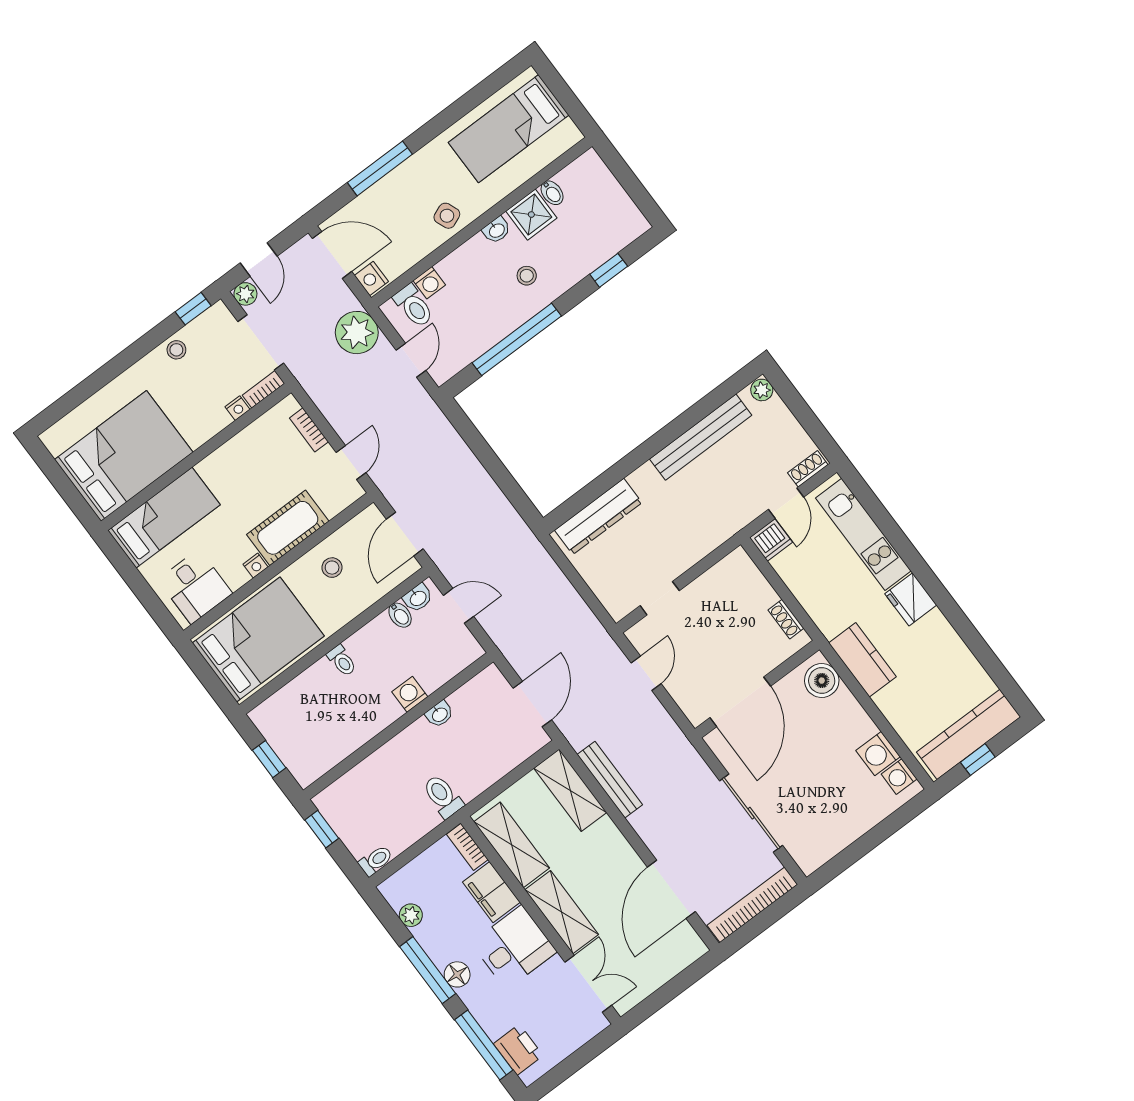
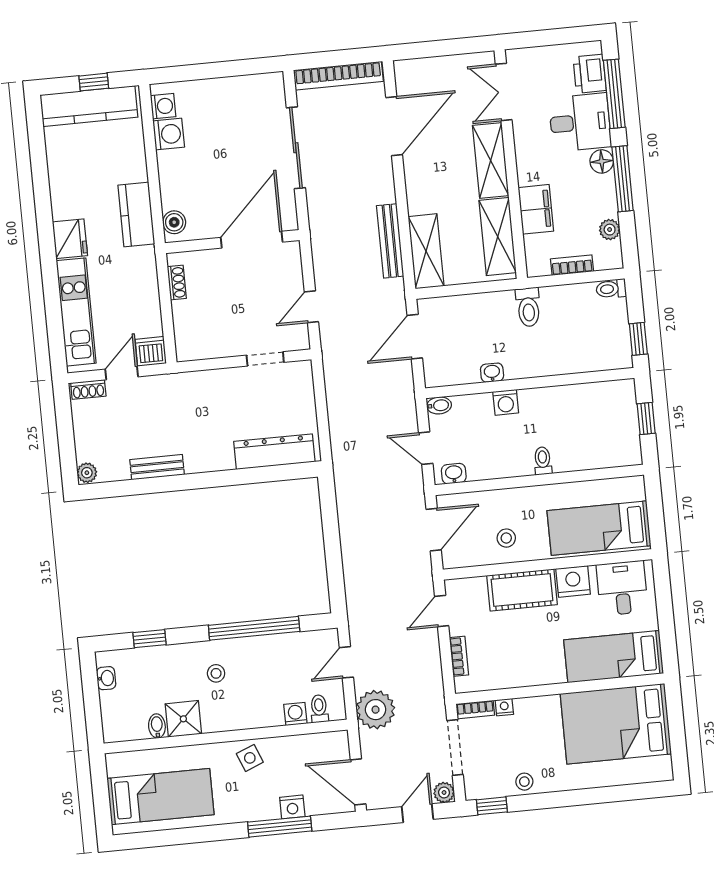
washbasin: (497, 230) -> (106, 678), moved, turned 90
nightstand: (371, 278) -> (292, 807), moved, turned 90
toilet: (414, 306) -> (319, 709), width x0.73, depth x0.72
bench: (701, 437) -> (157, 467), width x0.54, depth x0.82
nightstand: (256, 566) -> (573, 581), width x1.89, depth x1.79
bidet: (400, 615) -> (439, 405), moved, turned 90
bed: (258, 639) -> (599, 528), width x0.67
boiler: (822, 681) -> (174, 222), width x0.73, depth x0.73
bookcase: (467, 847) -> (572, 265), moved, turned -90
desk: (514, 947) -> (580, 122), moved, turned 180

